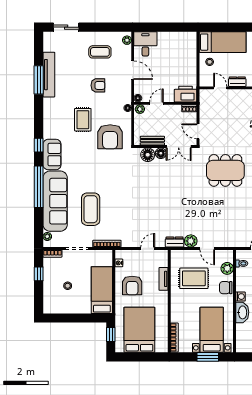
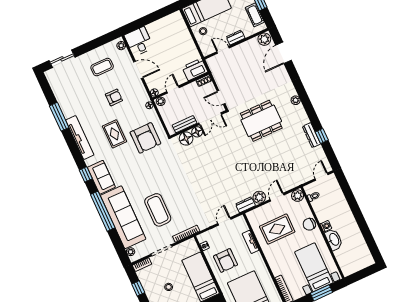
tv unit: (49, 75) -> (80, 138), moved
door: (207, 248) -> (277, 197), swing flipped
plant: (227, 268) -> (298, 196), moved

